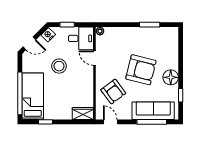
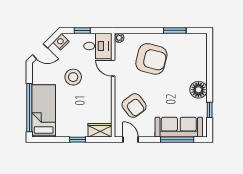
armchair: (141, 70) -> (151, 59), moved
window: (45, 122) -> (77, 140), moved

